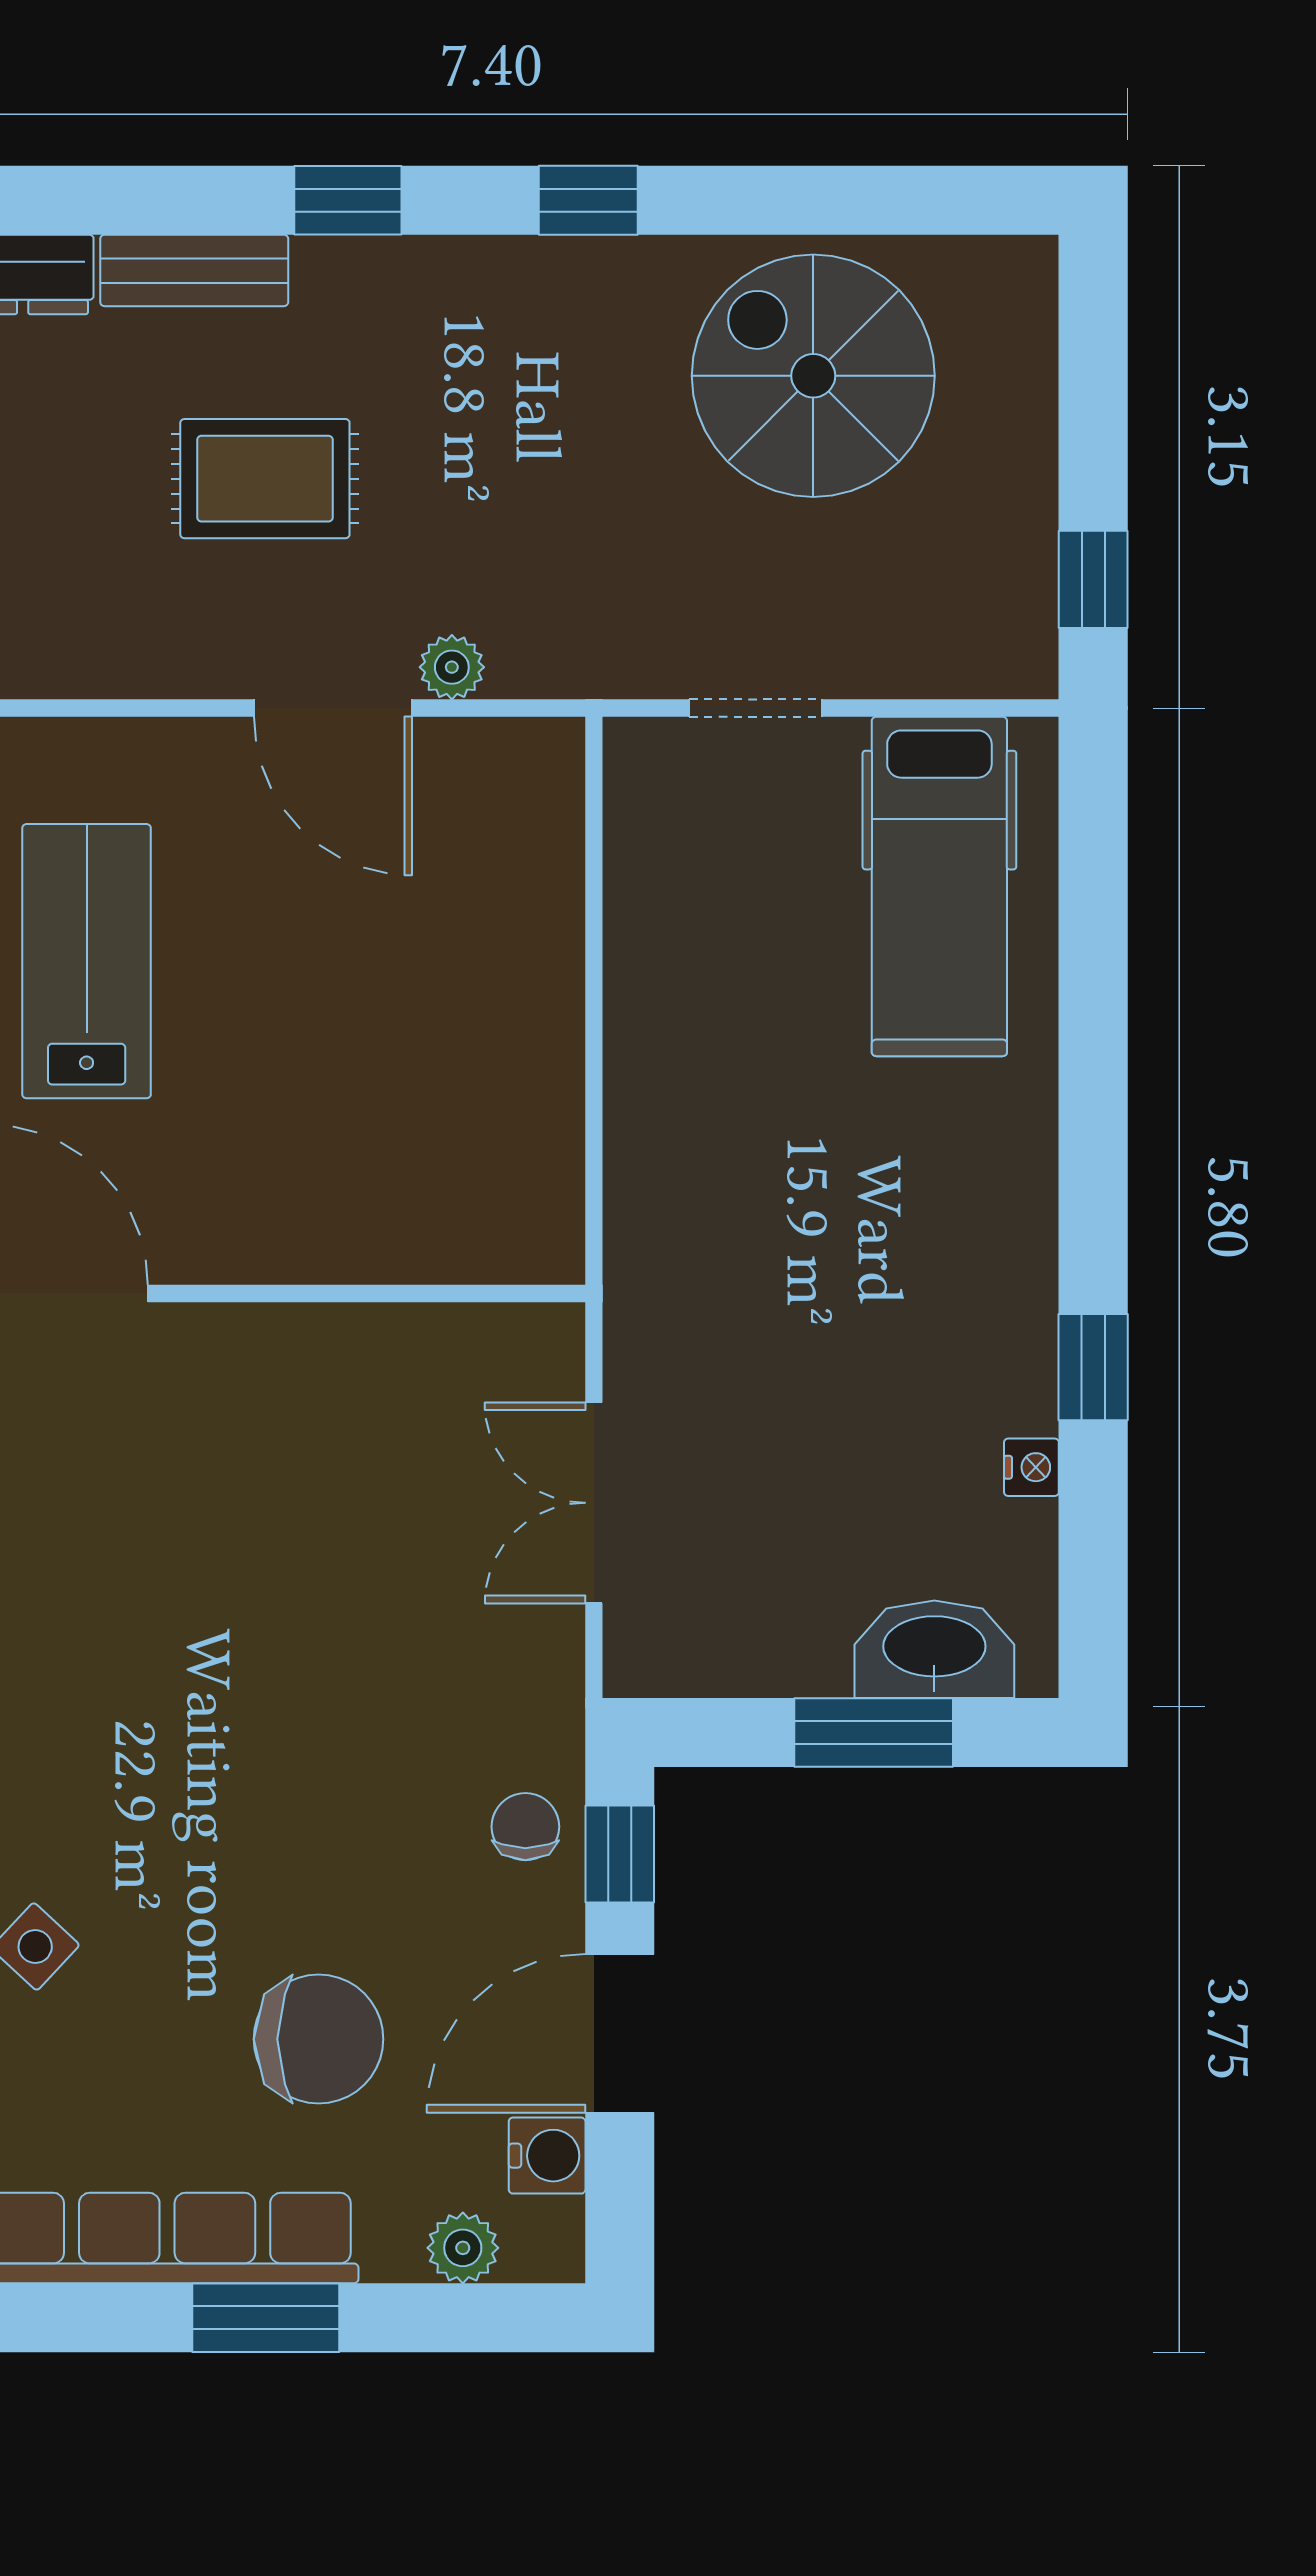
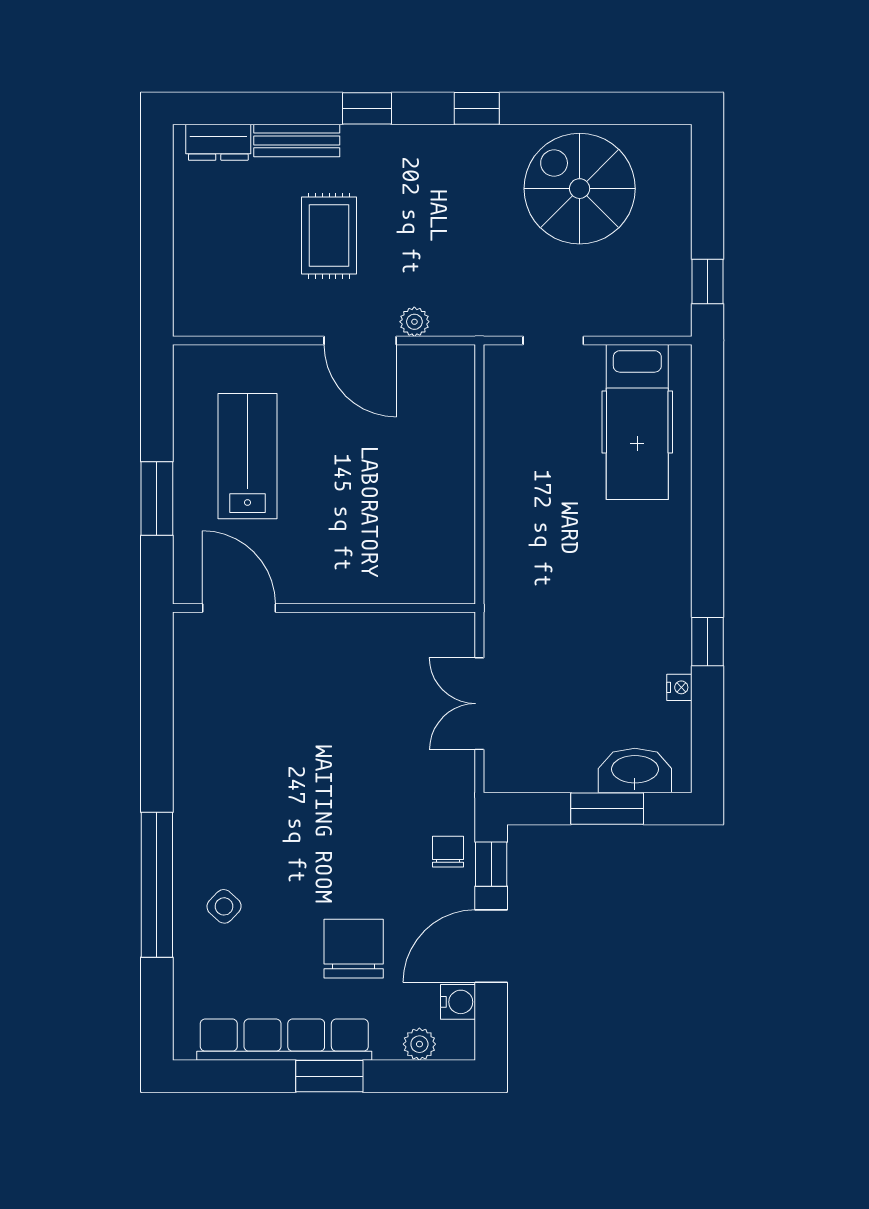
rug: (265, 479) -> (329, 236), turned 90
chair: (319, 2039) -> (354, 949), turned -90

